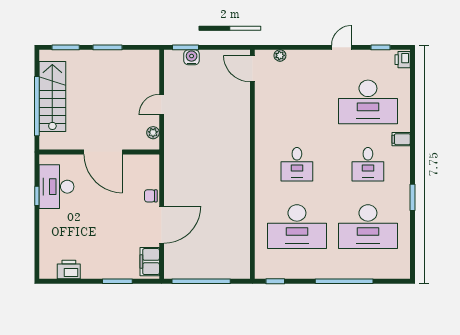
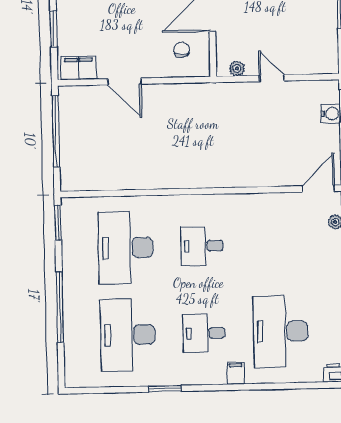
chair: (151, 196) -> (182, 50), moved
door: (162, 225) -> (124, 81), width x0.73
window: (275, 281) -> (58, 223), width x1.50

